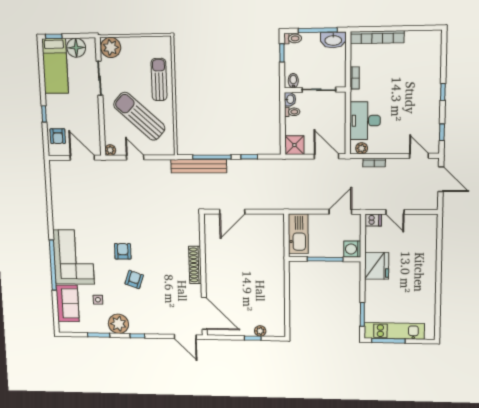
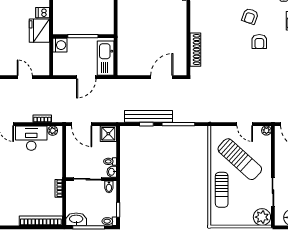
desk: (365, 121) -> (31, 138), moved, turned -90
bench: (199, 166) -> (149, 116), moved
door: (340, 212) -> (86, 77), moved
dishwasher: (373, 220) -> (43, 13), moved
shoe rack: (195, 265) -> (195, 50), moved

